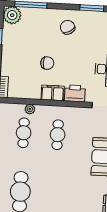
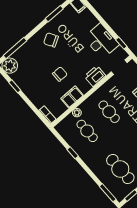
filing cabinet: (53, 93) -> (72, 97), moved

